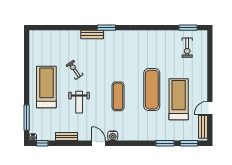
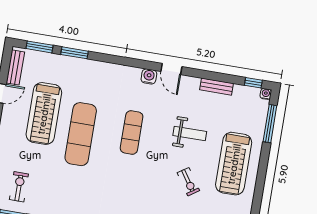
weight bench: (79, 102) -> (190, 133), turned 90

